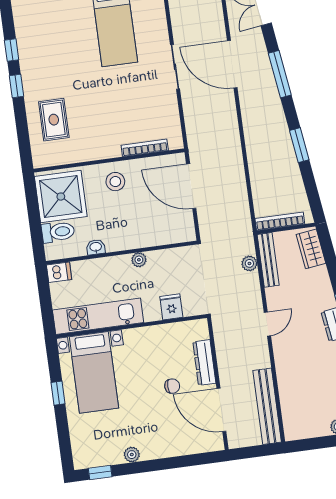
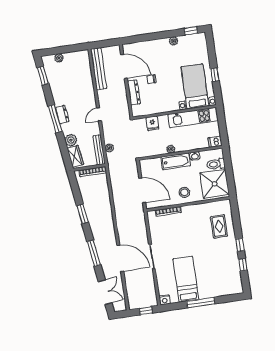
bathtub: (130, 238) -> (176, 161), added
plant: (319, 278) -> (71, 140), added

